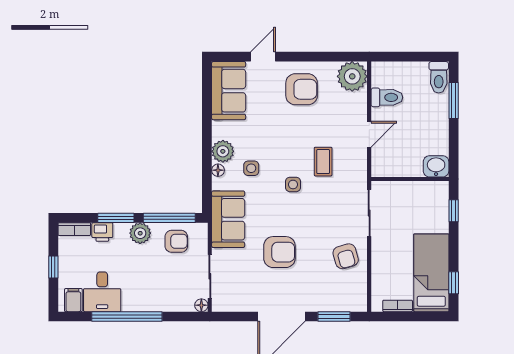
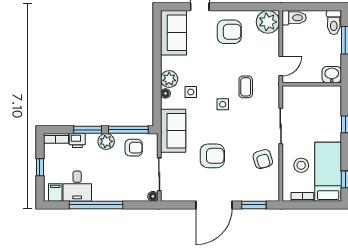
toilet: (387, 97) -> (294, 18), moved
washbasin: (436, 166) -> (332, 75), moved
wall: (410, 179) -> (312, 84), moved
stool: (396, 264) -> (301, 165), added

